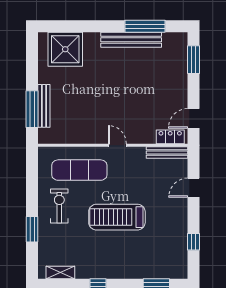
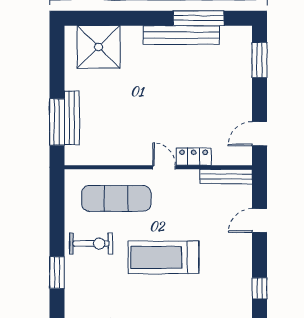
locker: (170, 137) -> (194, 157), moved
exercise bike: (59, 206) -> (91, 244), turned 90

